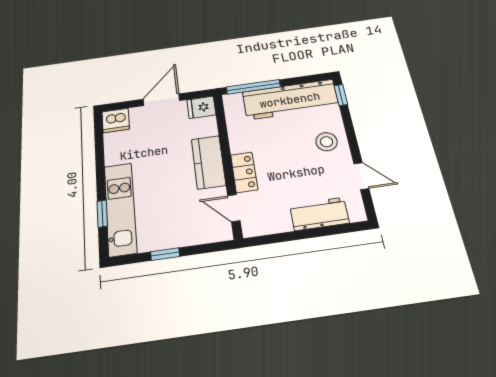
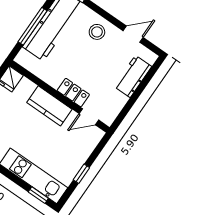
window: (253, 87) -> (33, 26), moved
window: (102, 214) -> (38, 195), moved

